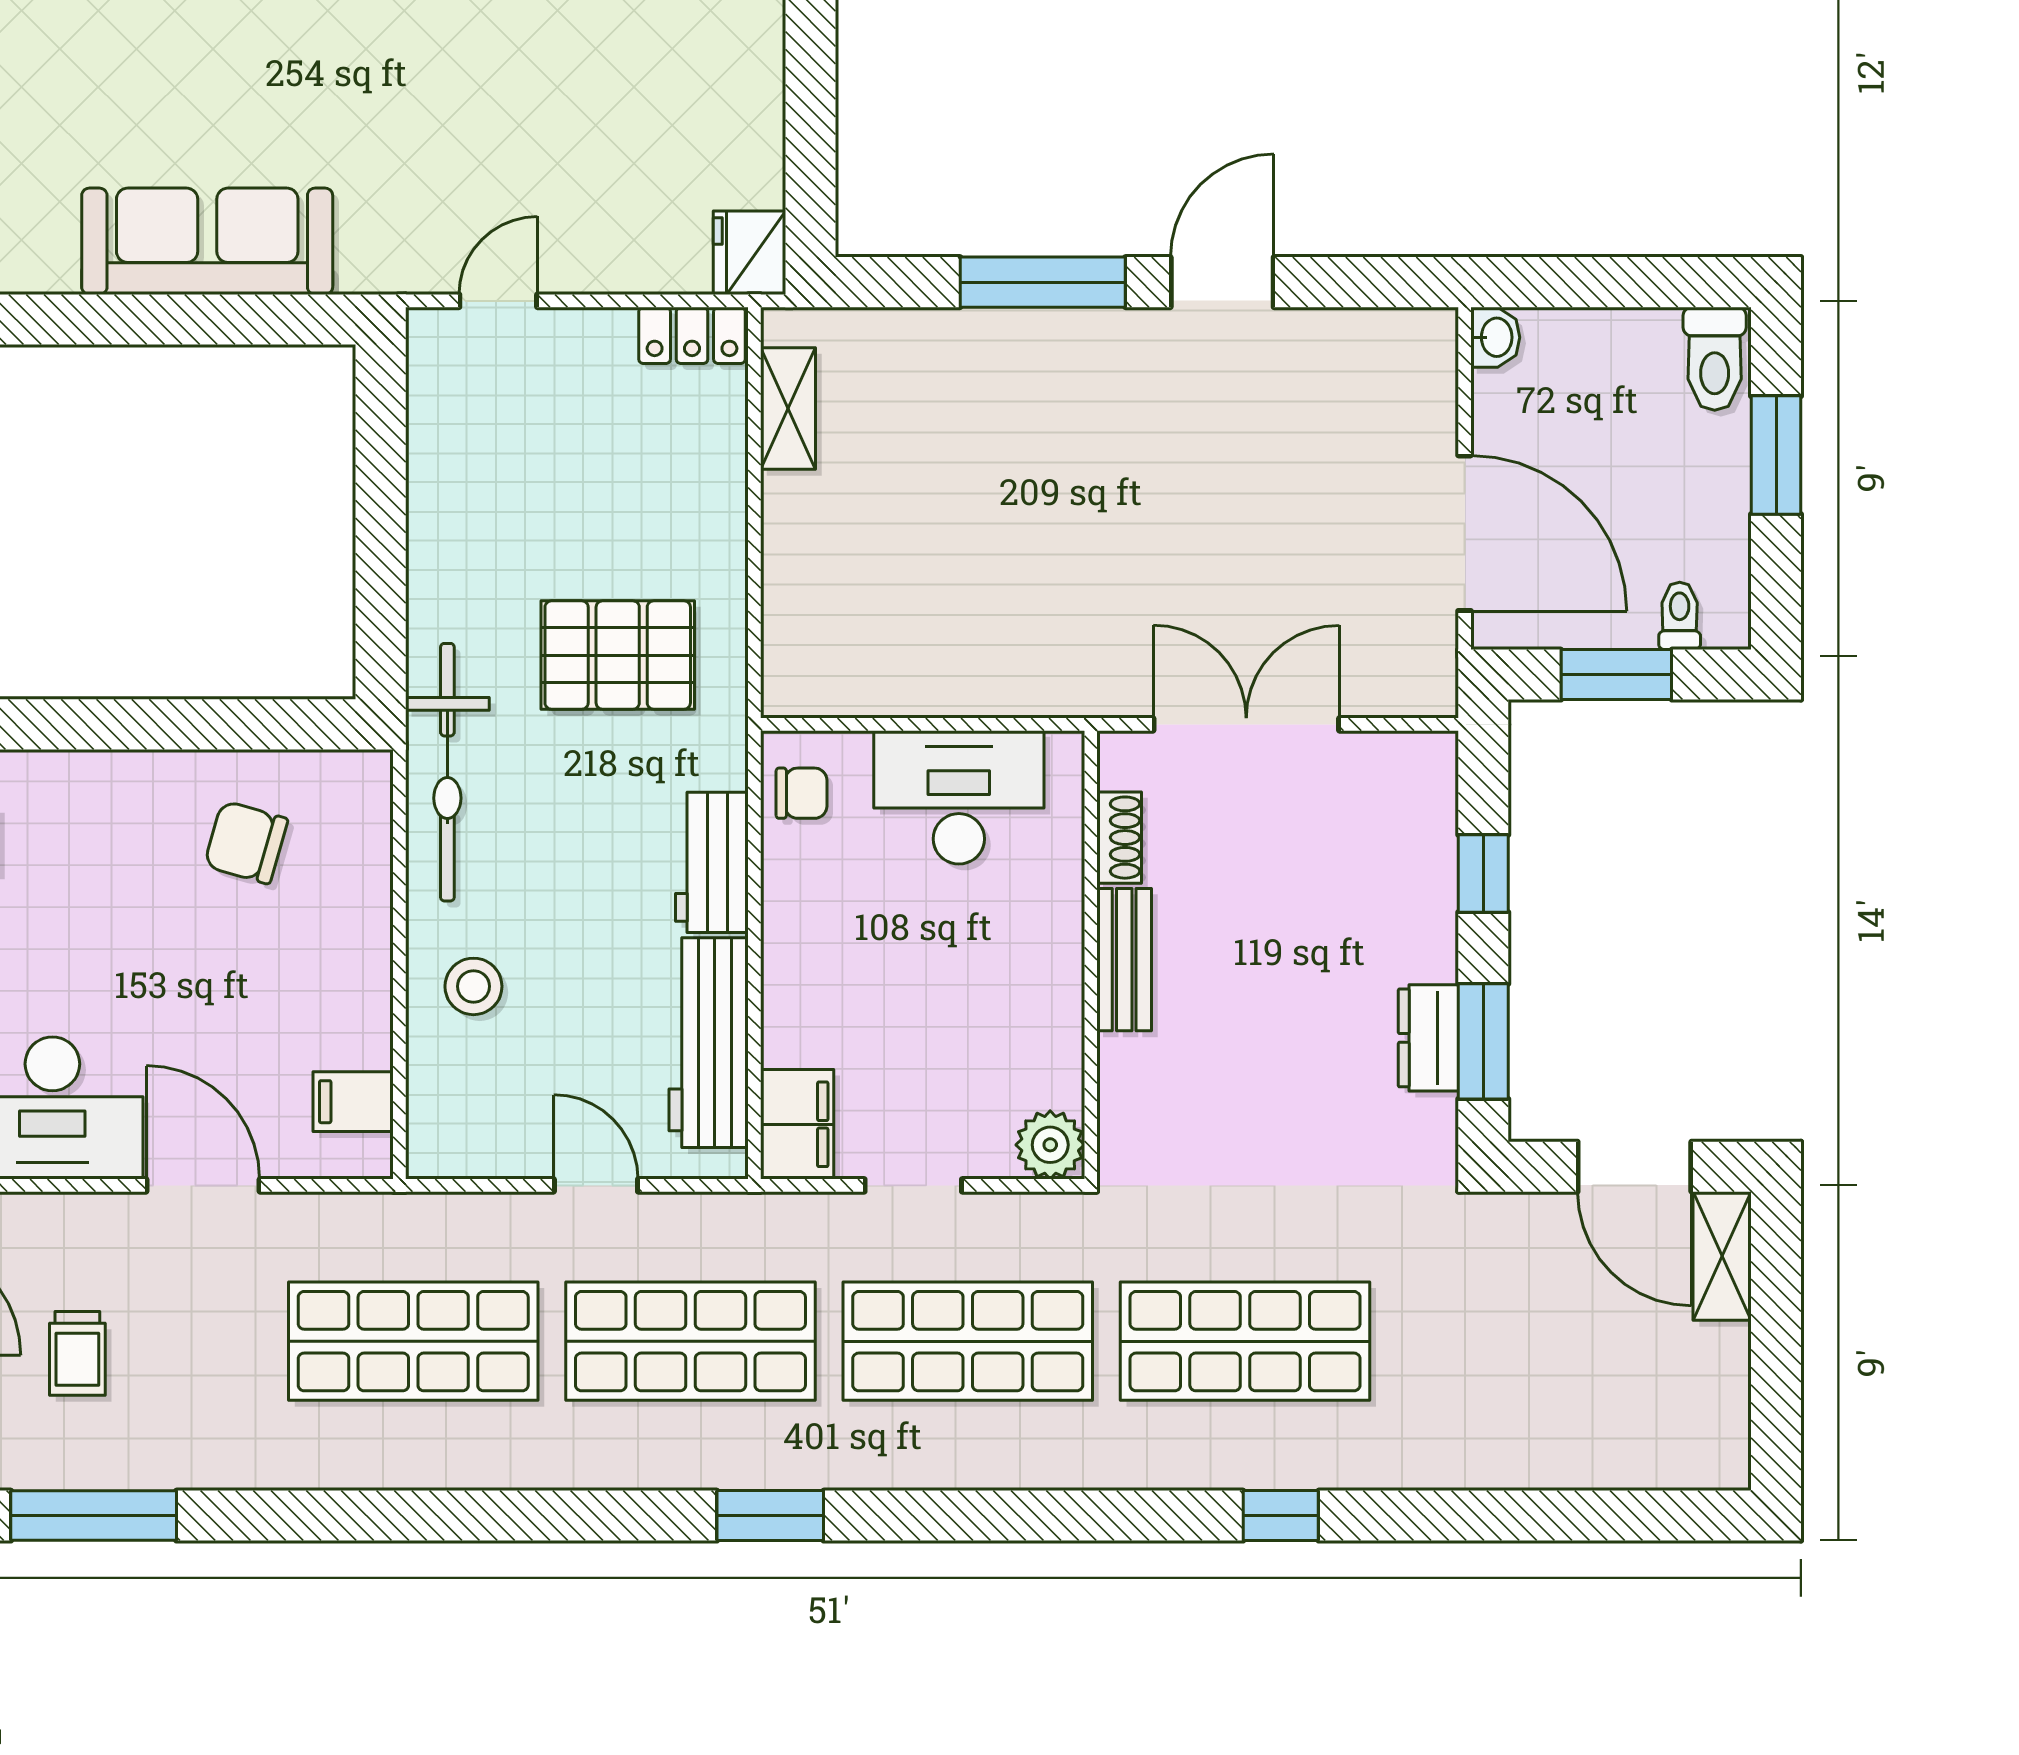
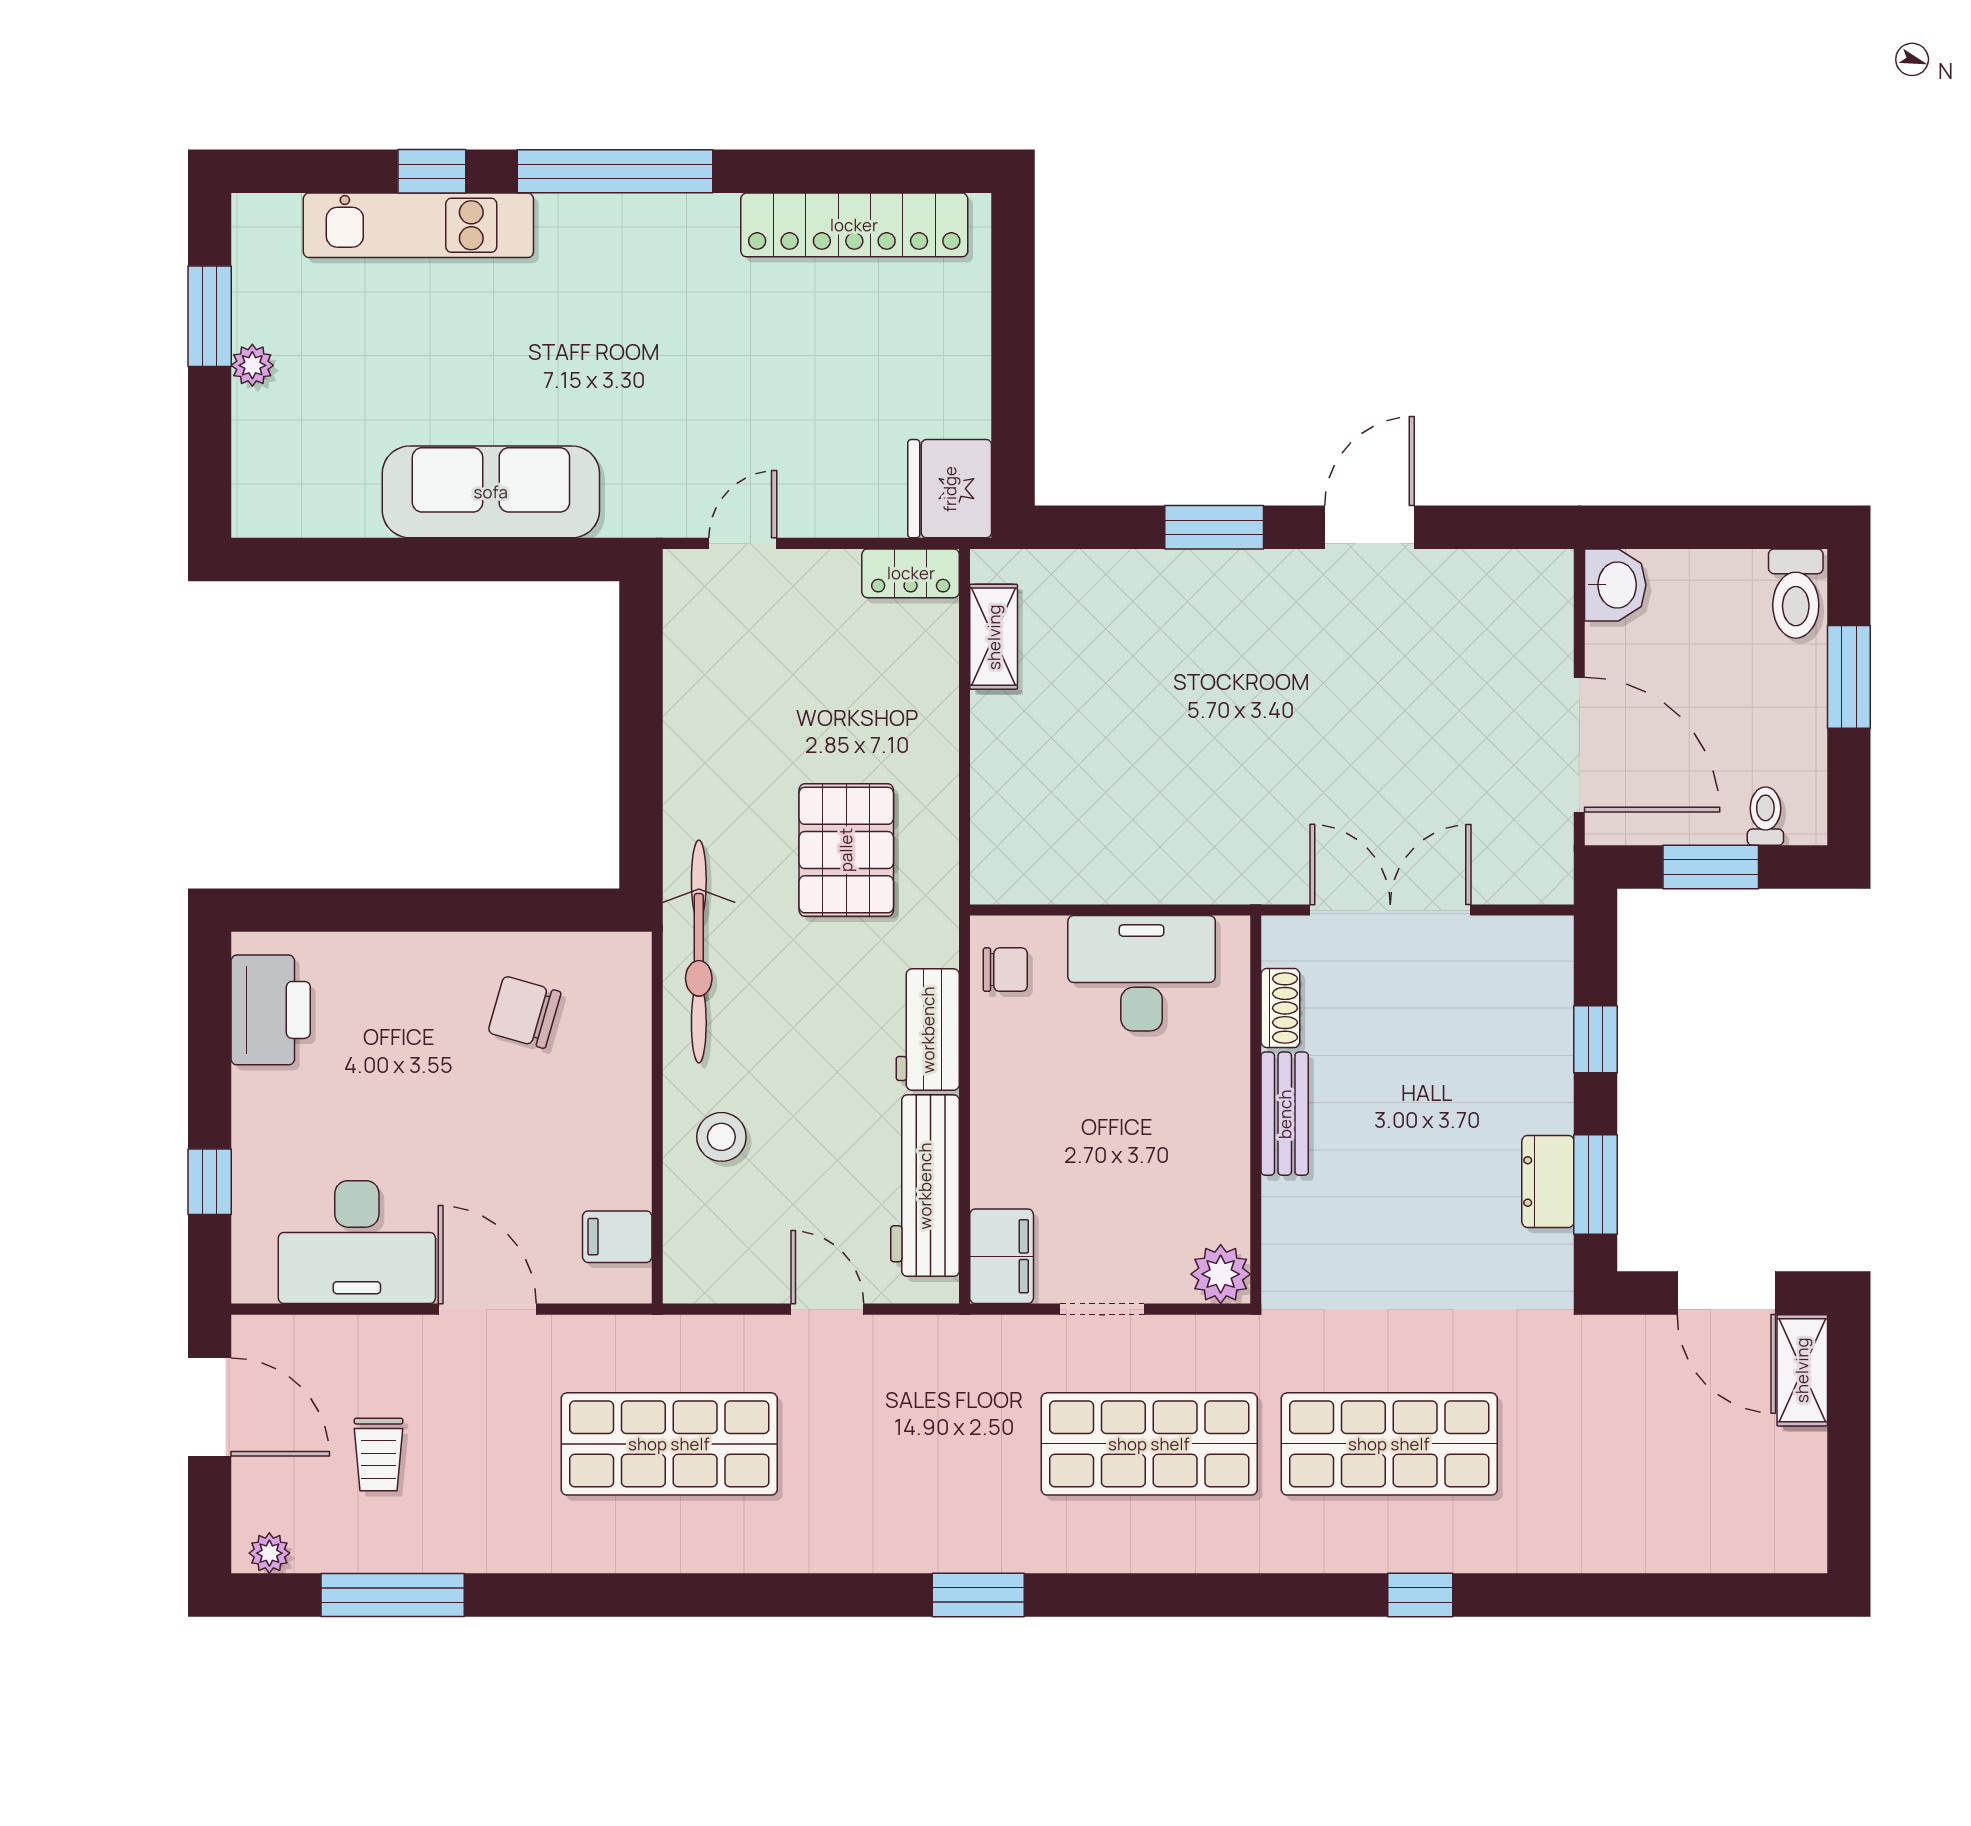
fridge: (749, 253) -> (950, 489), width x1.36, depth x1.34
window: (1043, 282) -> (1214, 527), width x0.69
washbasin: (1495, 337) -> (1615, 585), width x1.38, depth x1.45
pallet: (618, 655) -> (846, 850), turned 90
shop shelf: (690, 1341) -> (909, 1444), removed

